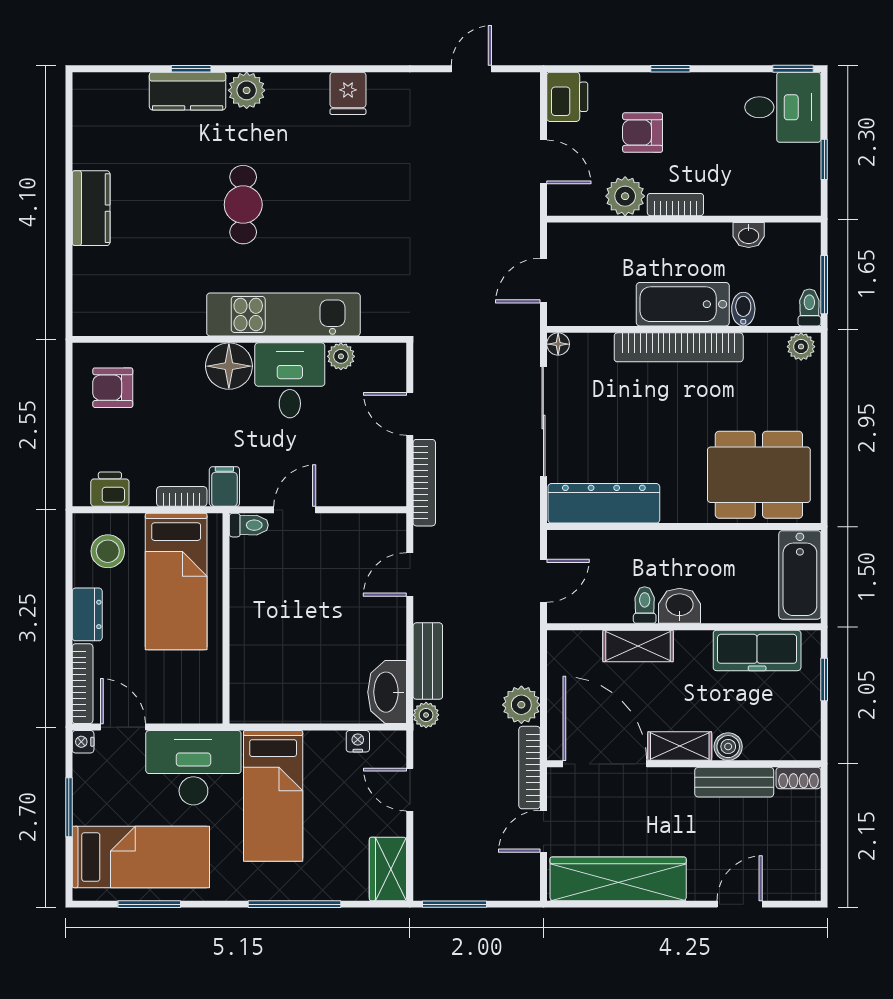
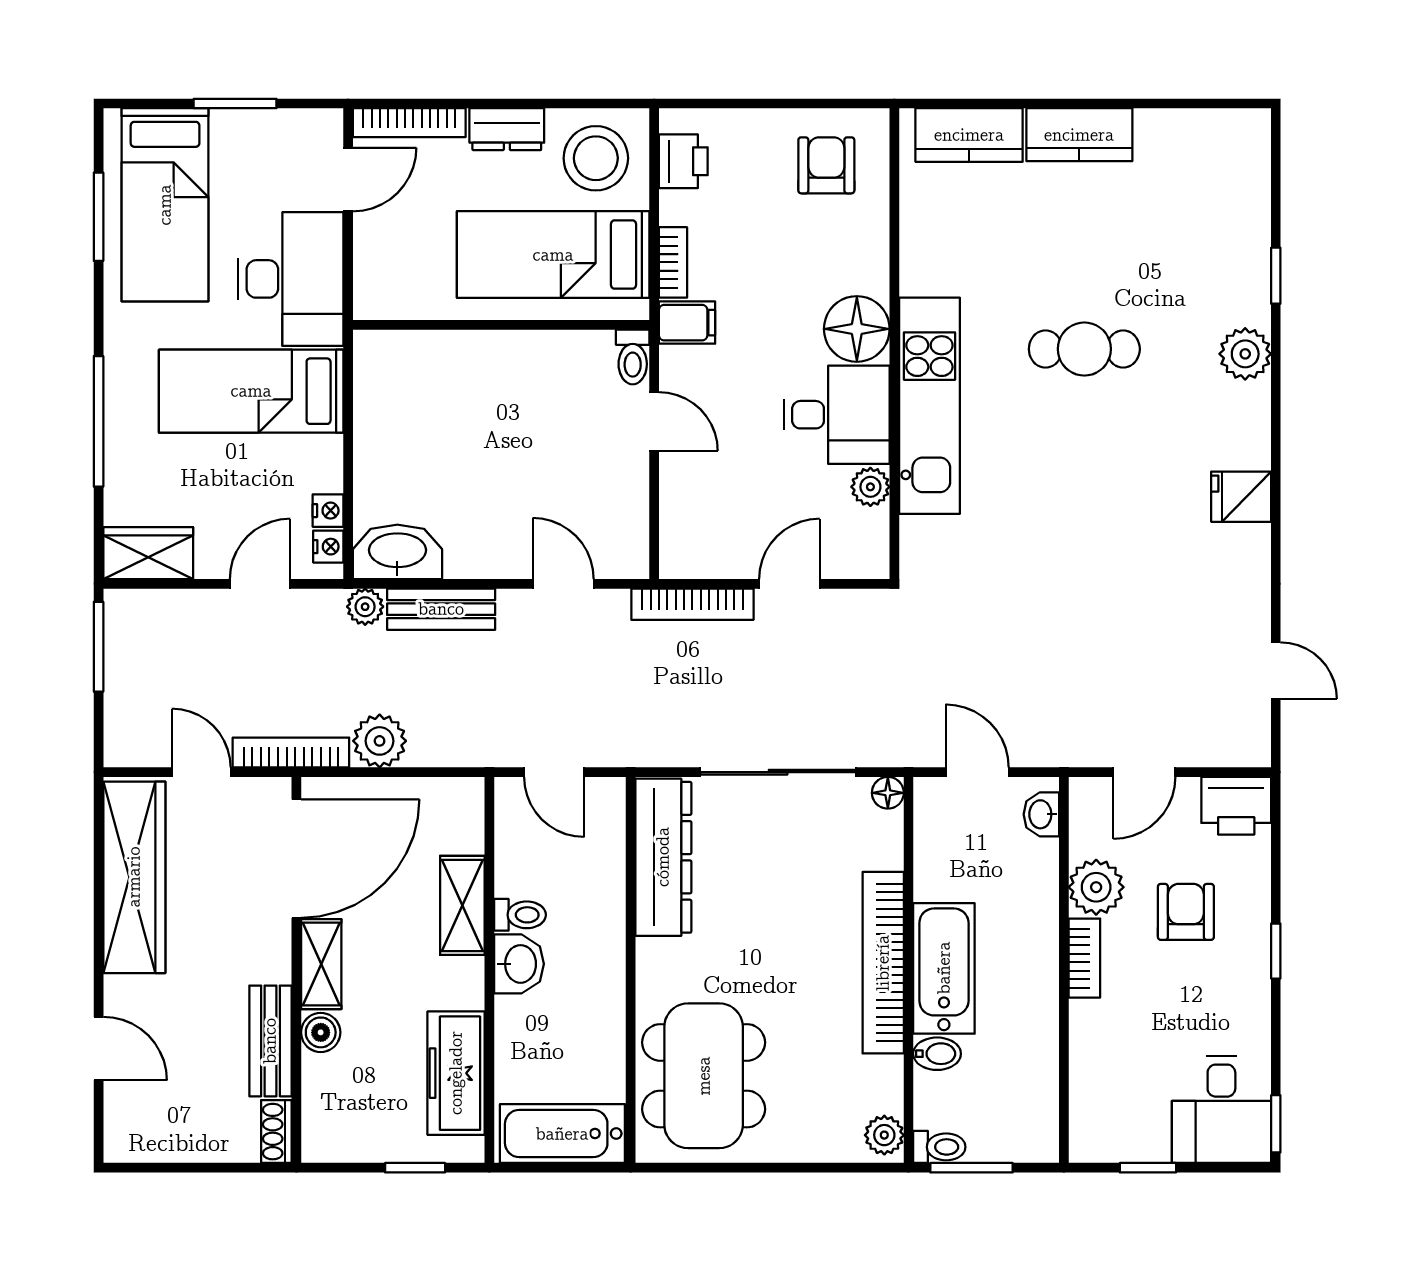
kitchen counter: (188, 91) -> (969, 135), moved, turned -90
washbasin: (749, 235) -> (1041, 814), moved
stool: (108, 551) -> (596, 158), width x1.38, depth x1.38
nightstand: (83, 742) -> (328, 547), moved, turned 90

